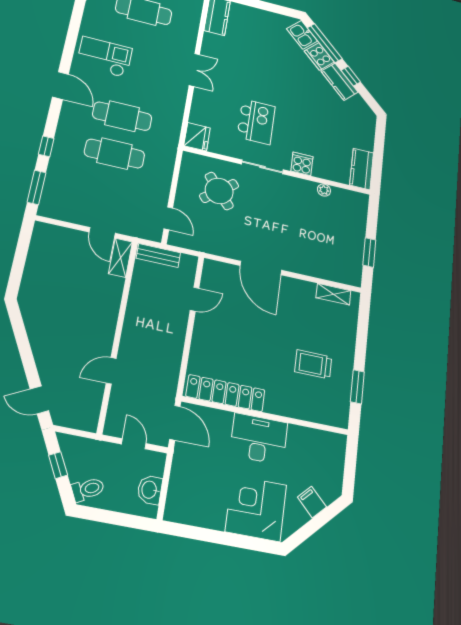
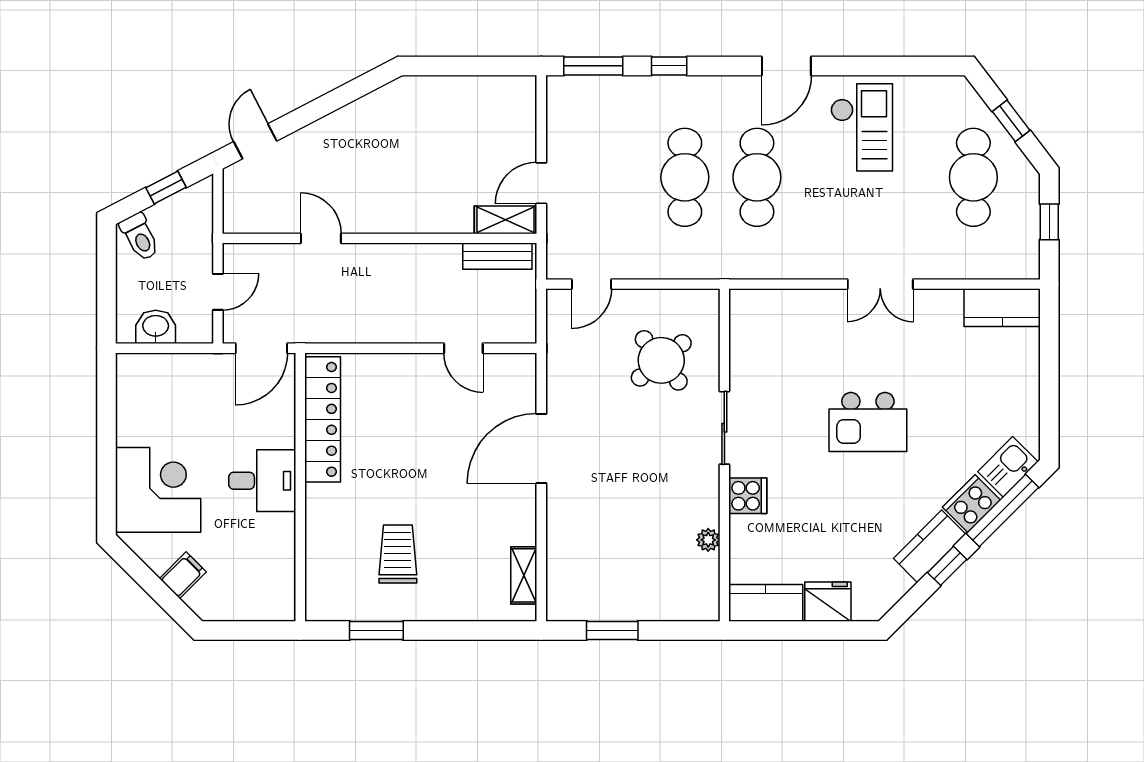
kitchen island: (256, 122) -> (868, 422), moved
fridge: (197, 137) -> (828, 602), moved, turned 180
bench: (158, 255) -> (497, 256), moved, turned 90
desk: (259, 439) -> (262, 481), width x0.73

